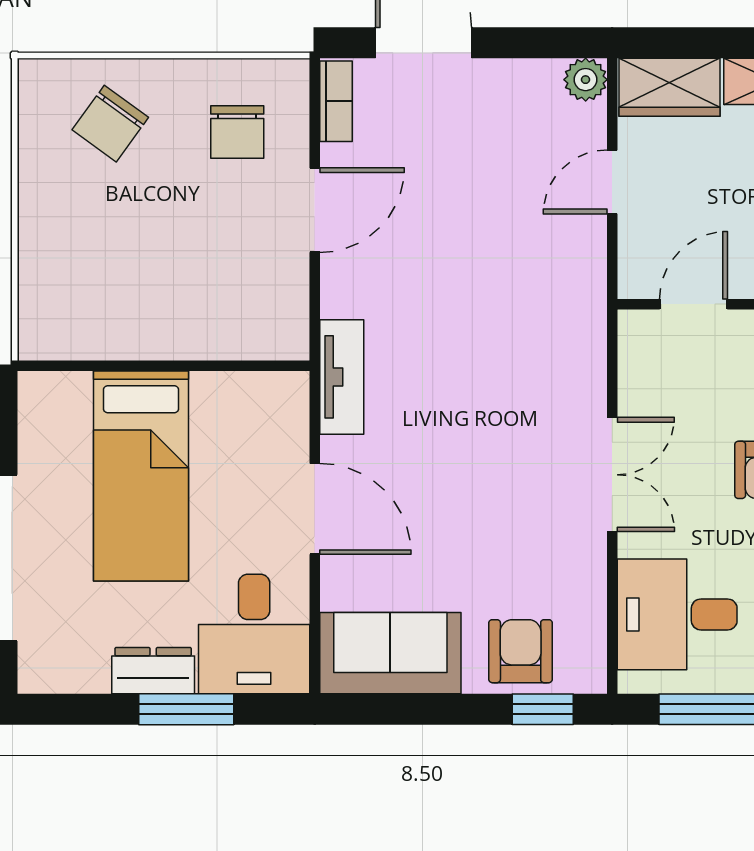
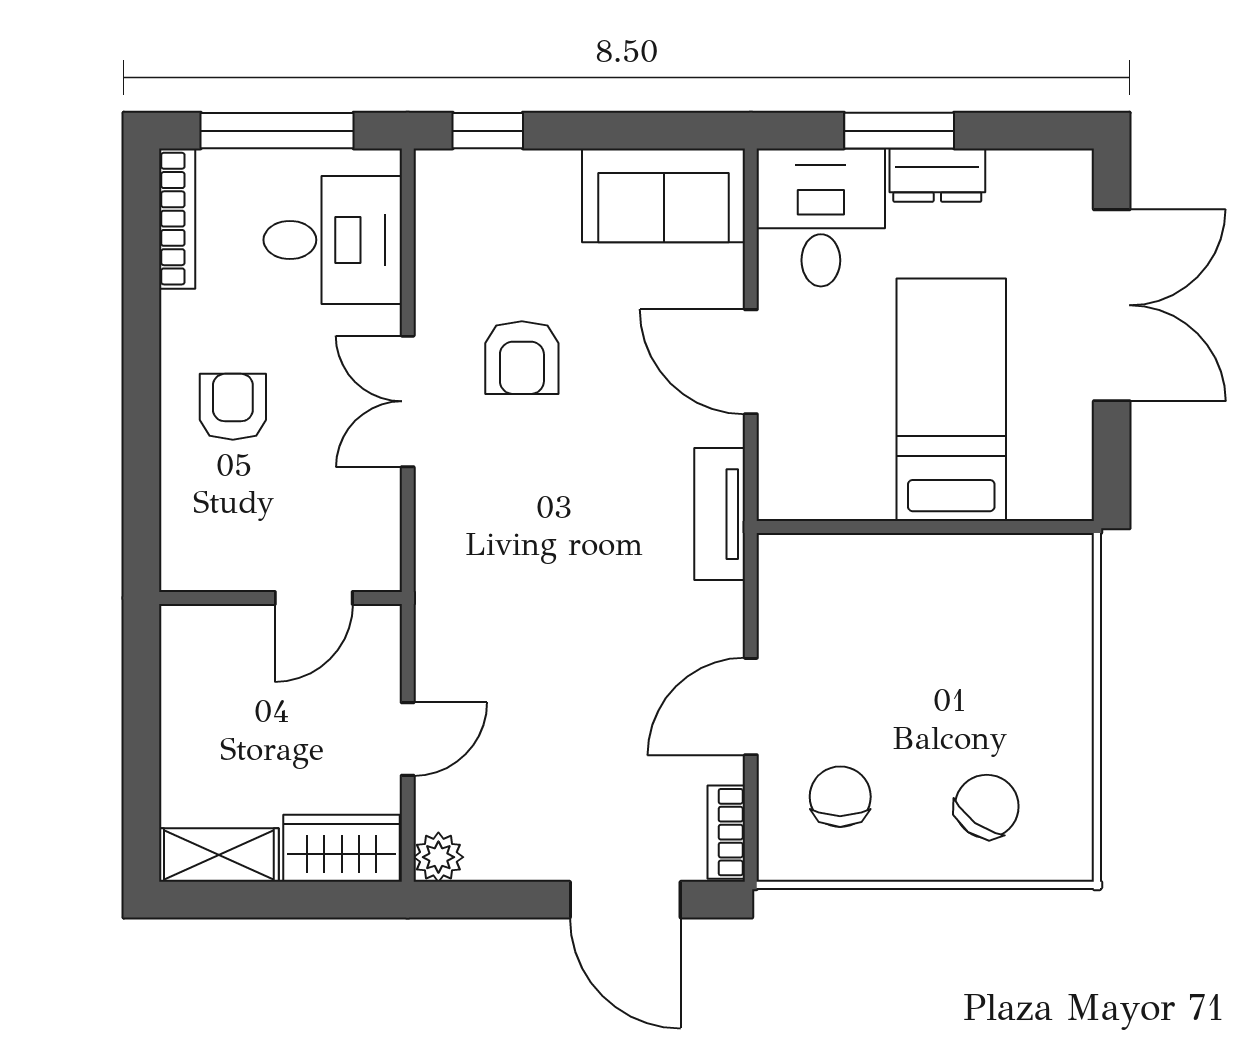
armchair: (521, 651) -> (522, 358), moved

